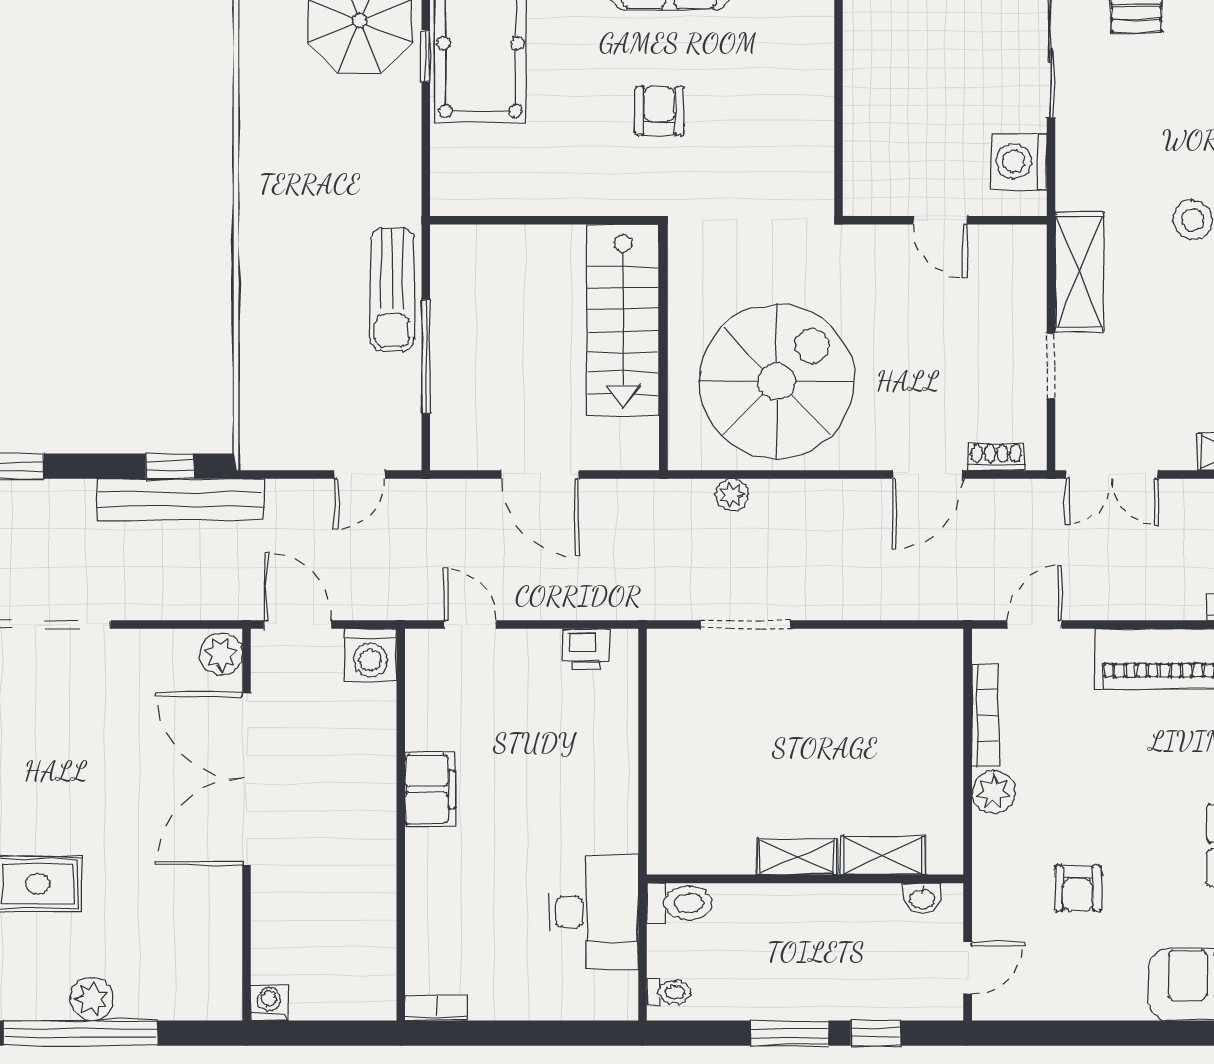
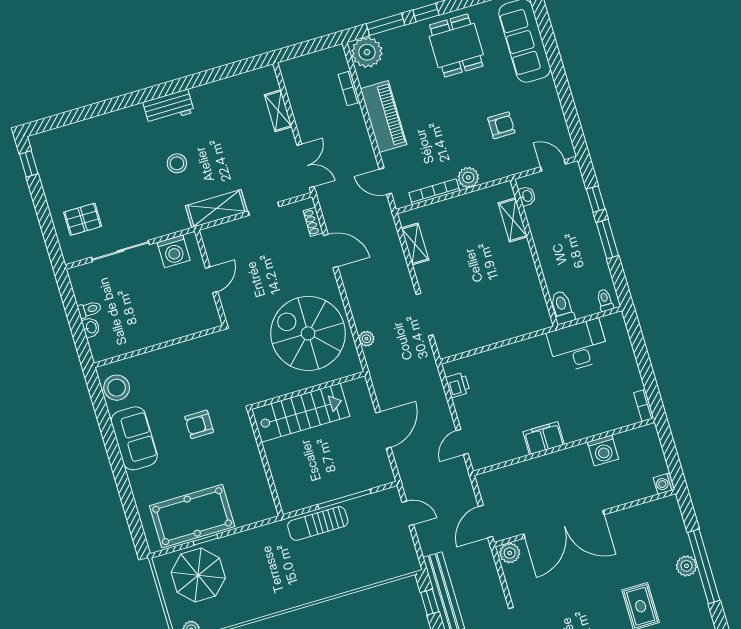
sun lounger: (392, 289) -> (318, 524), turned 180
washing machine: (370, 655) -> (603, 451), moved, turned 90
shelving: (797, 857) -> (415, 244), moved

